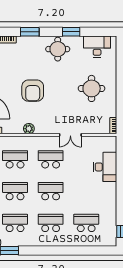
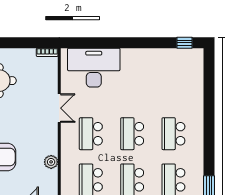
desk: (105, 167) -> (94, 68), width x1.36, depth x1.30
school desk: (86, 223) -> (173, 88), removed

